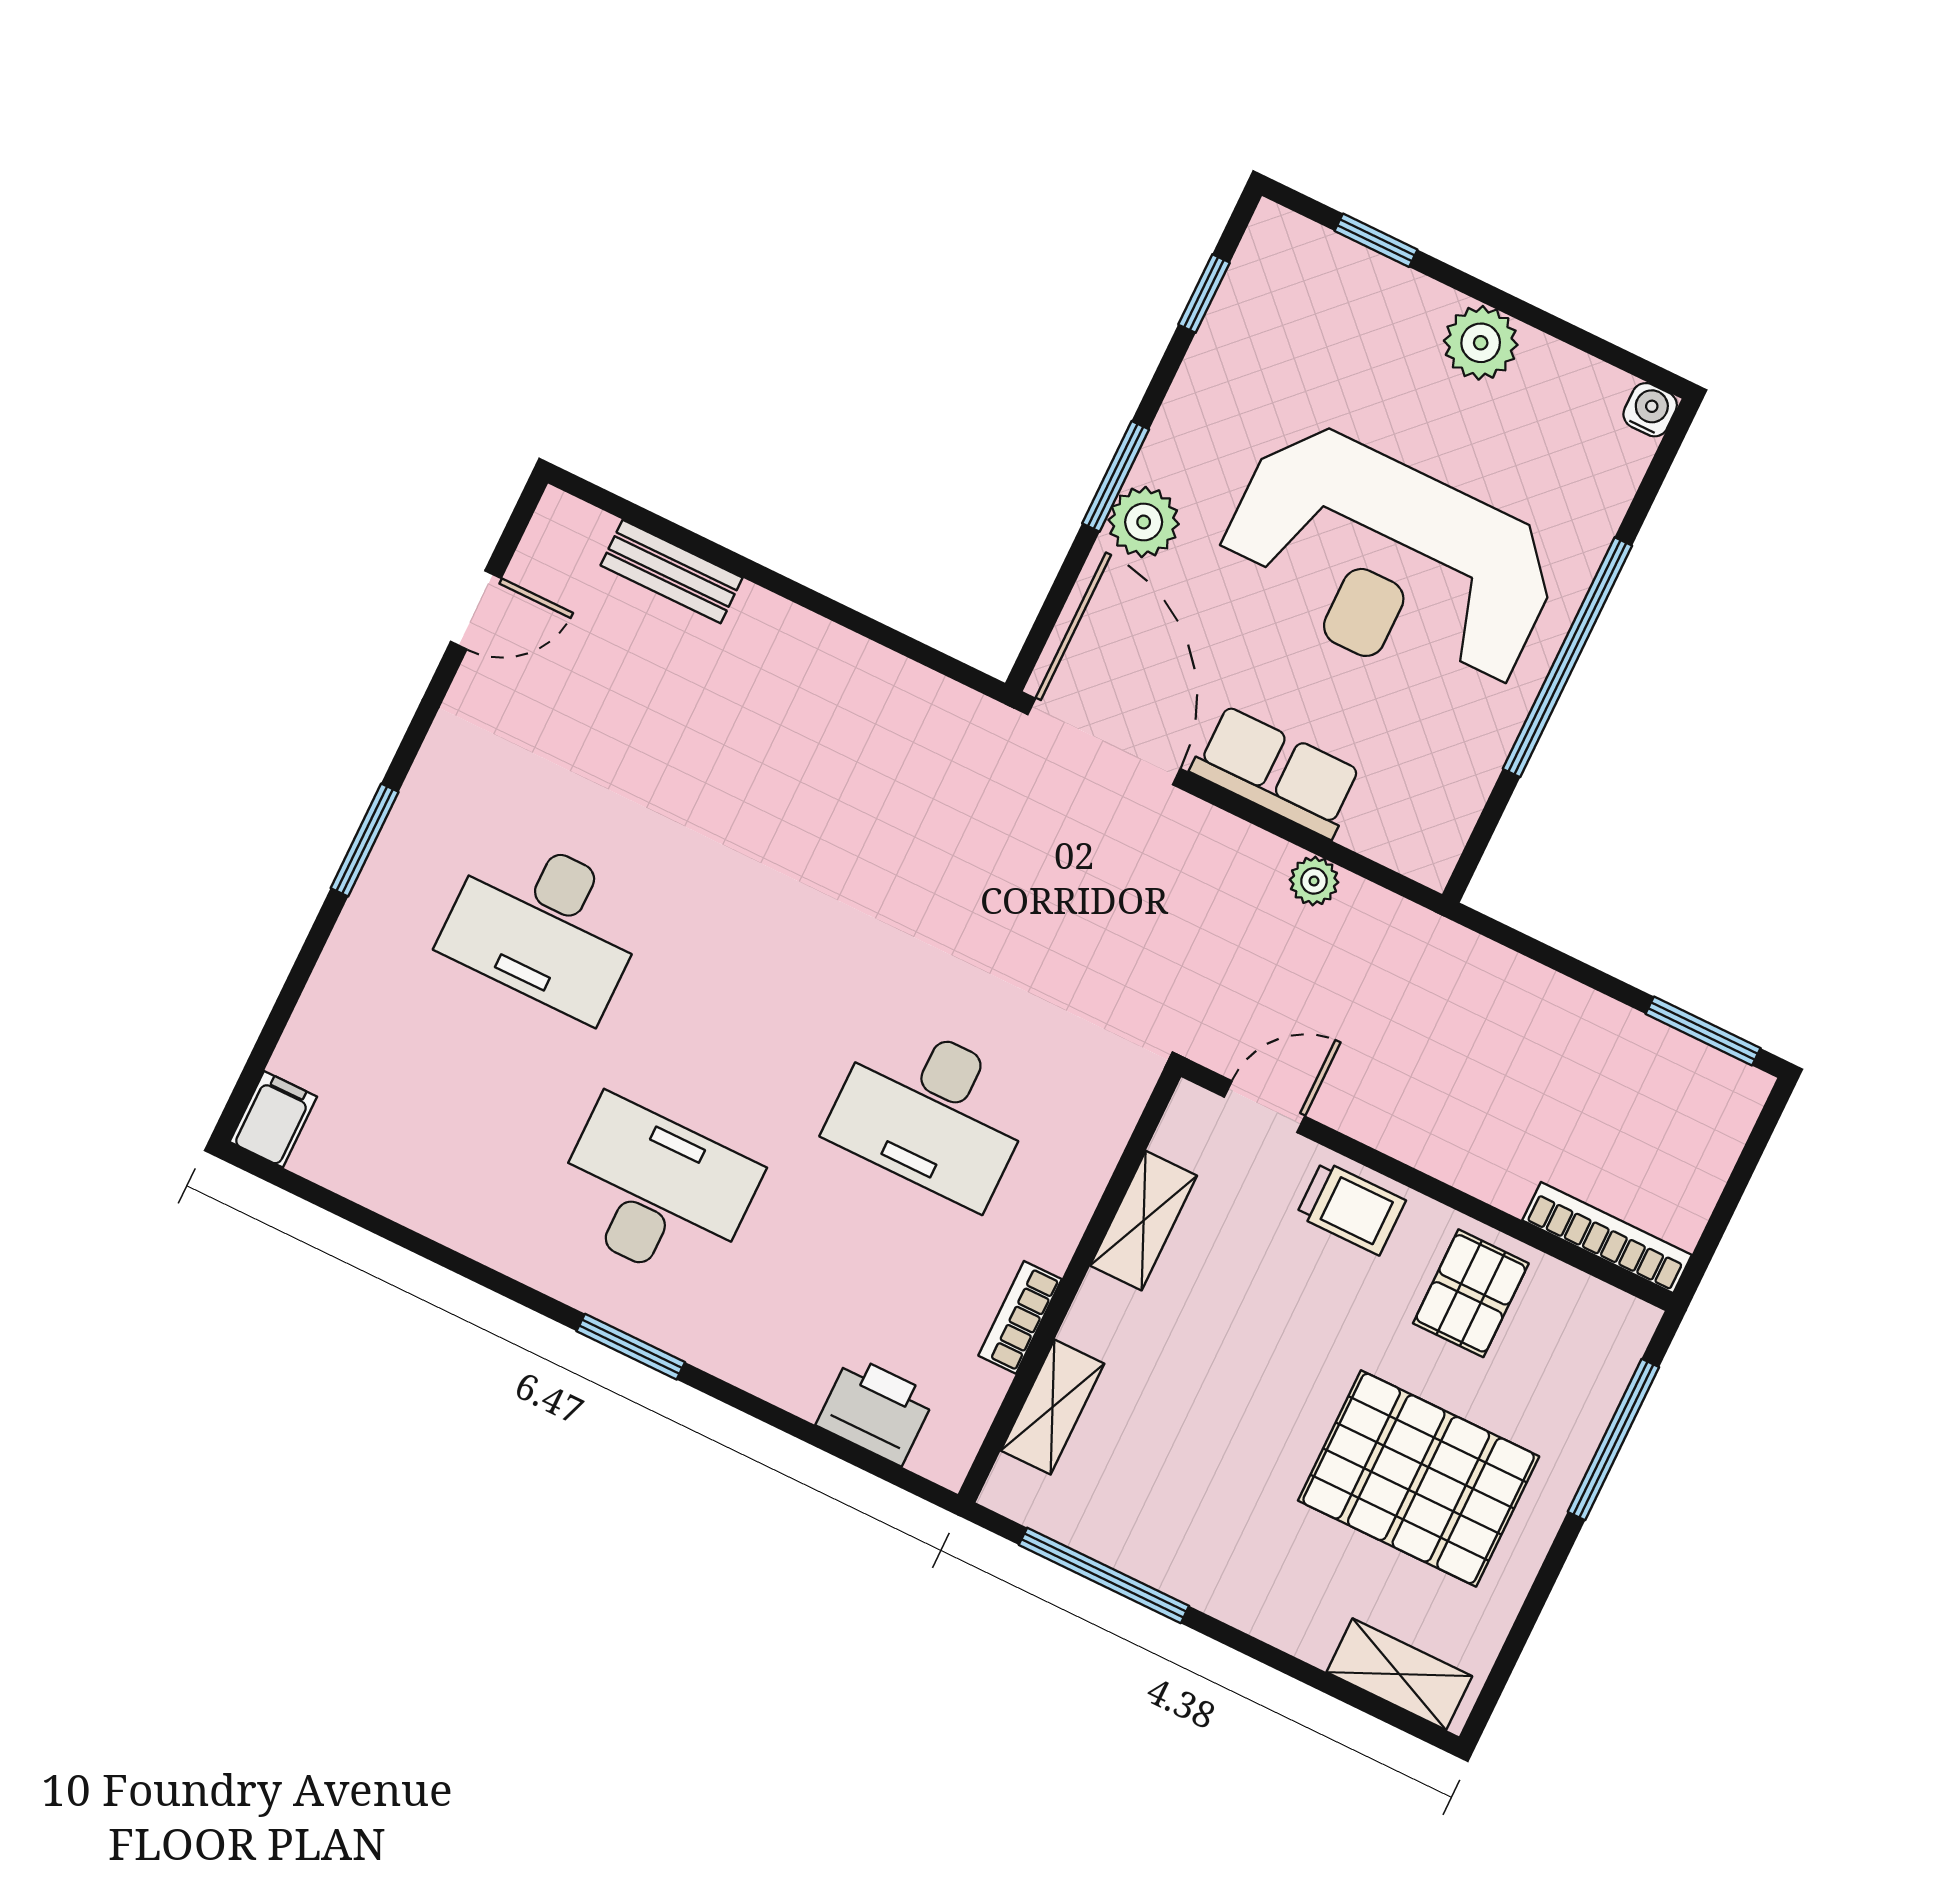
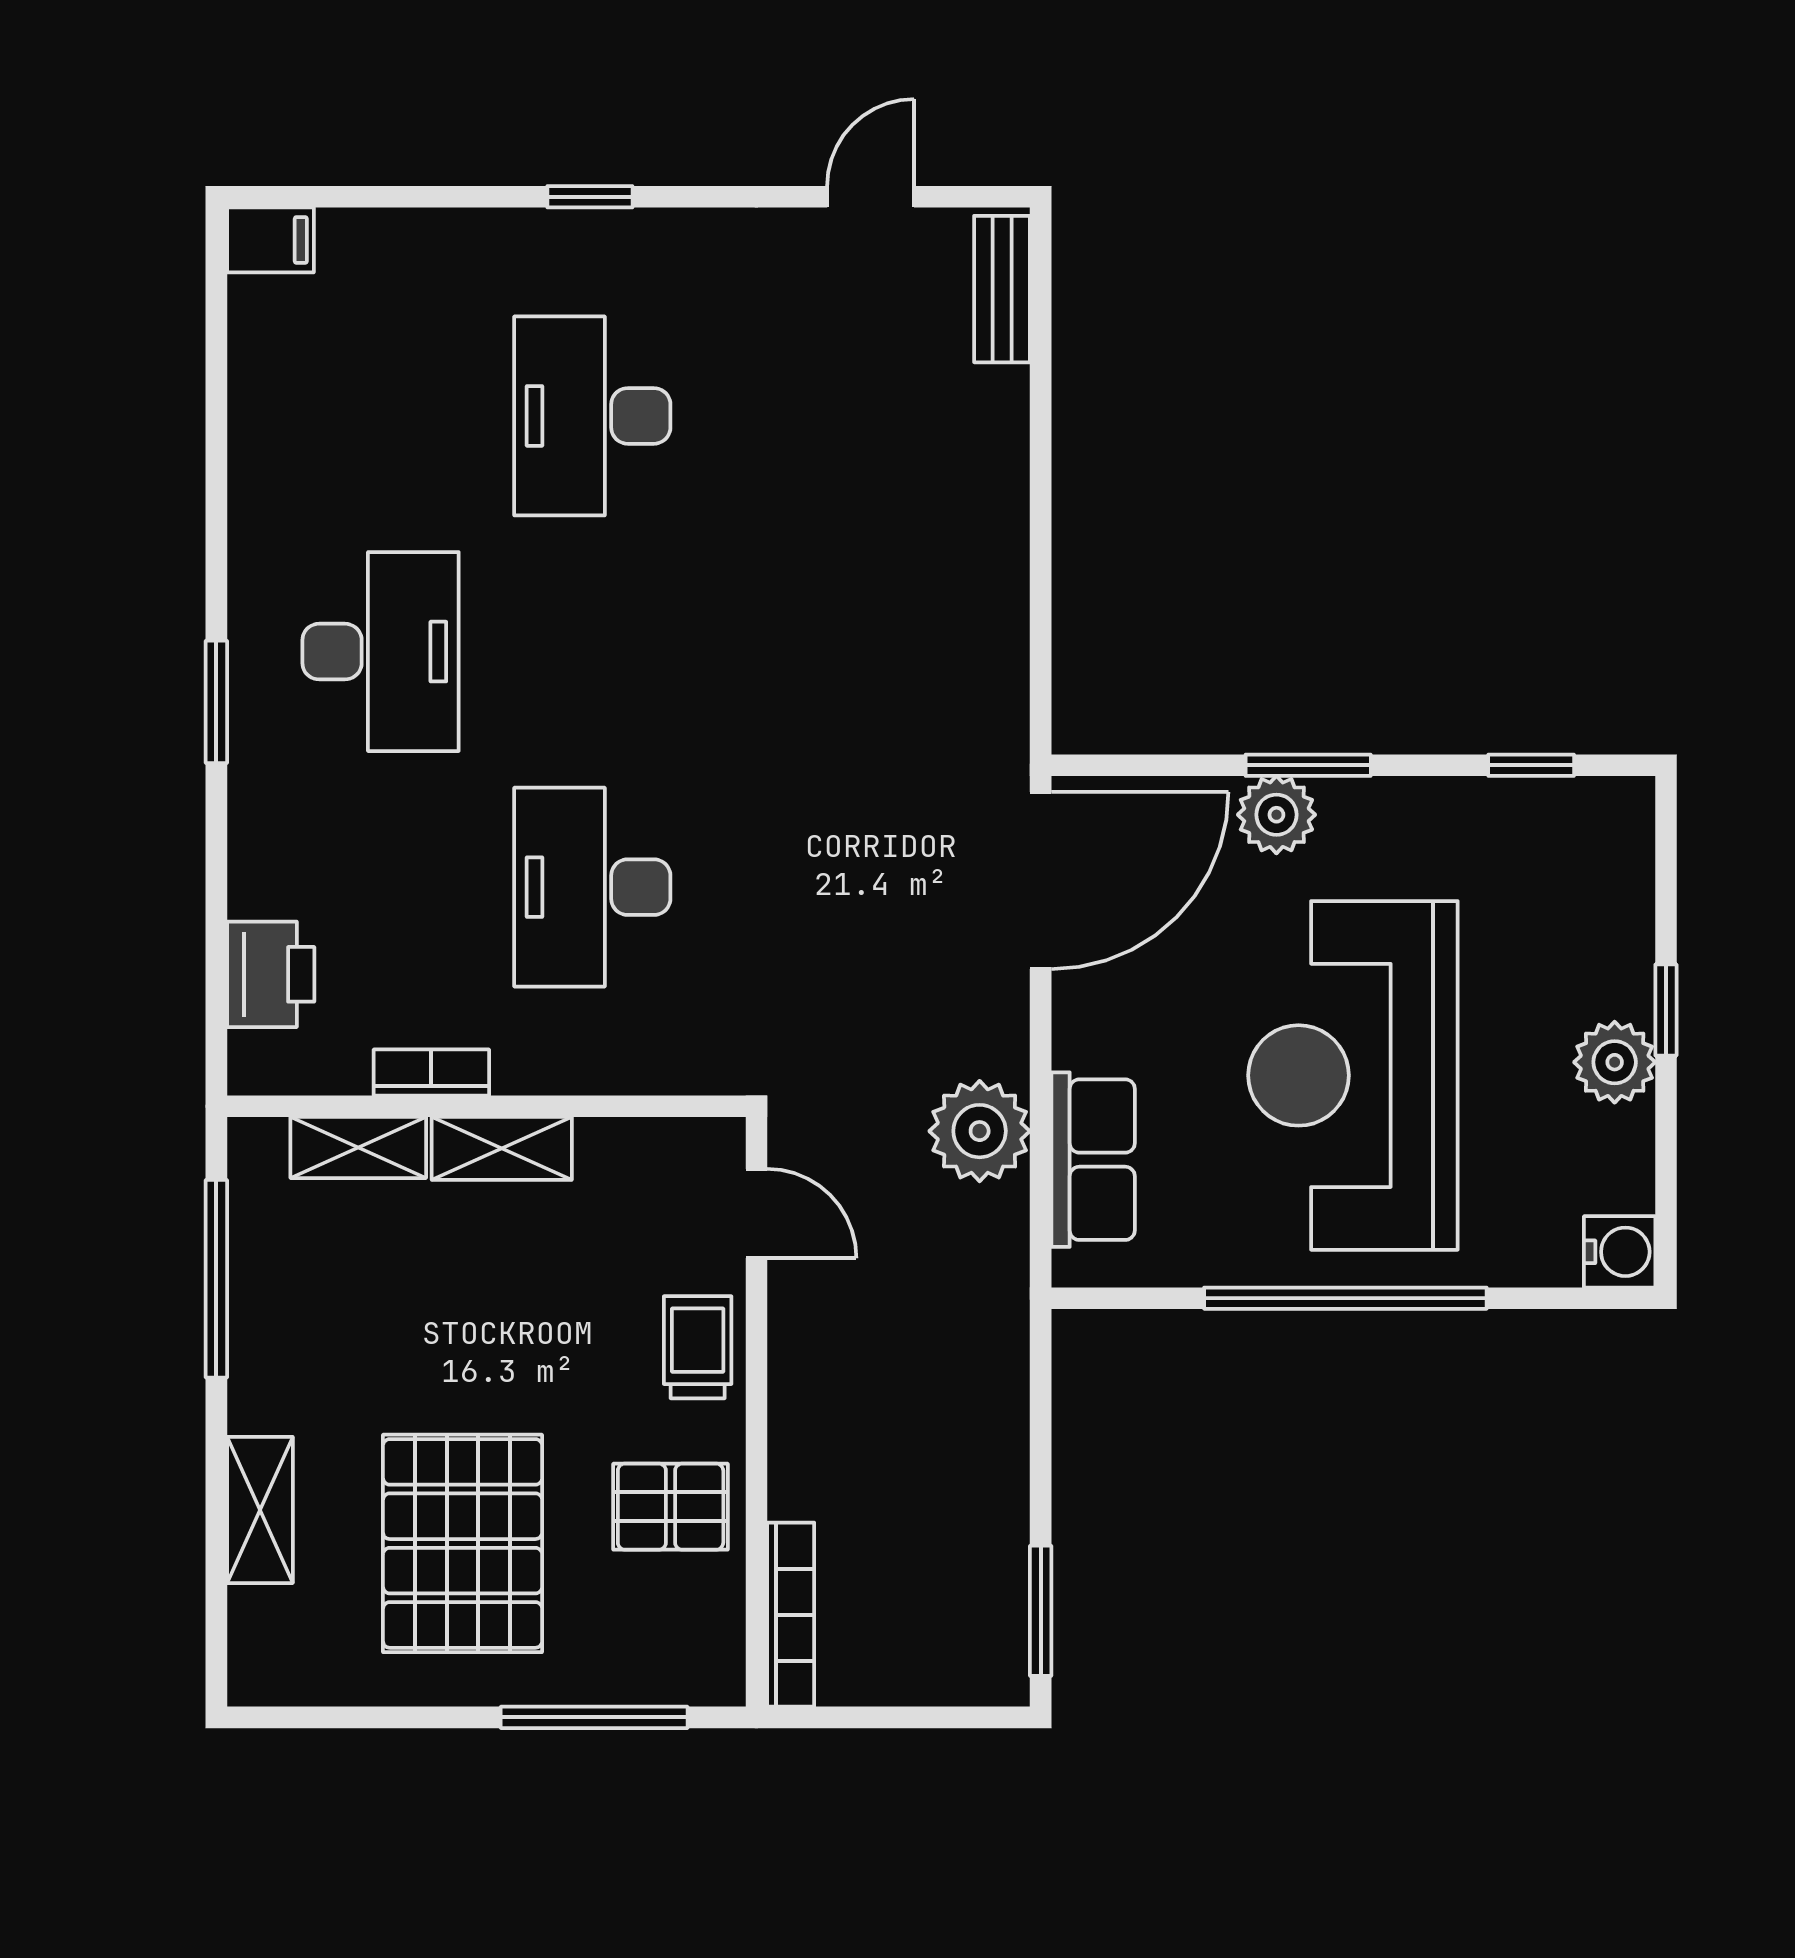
window: (1376, 240) -> (1666, 1010), moved
water cooler: (1650, 410) -> (1620, 1252), width x1.38, depth x1.38
bench: (672, 571) -> (1002, 289), moved
door: (476, 610) -> (871, 197), swing flipped
row of seats: (1277, 772) -> (1093, 1160), moved
window: (365, 840) -> (590, 197), width x0.67
plant: (1314, 881) -> (980, 1131), width x1.87, depth x1.87
trolley: (1351, 1208) -> (698, 1347), turned 180
shelving: (1144, 1221) -> (502, 1148), moved
shelving: (1399, 1674) -> (260, 1510), moved

